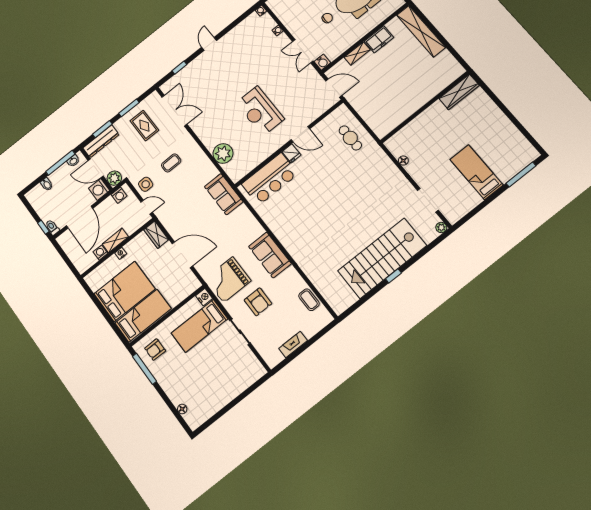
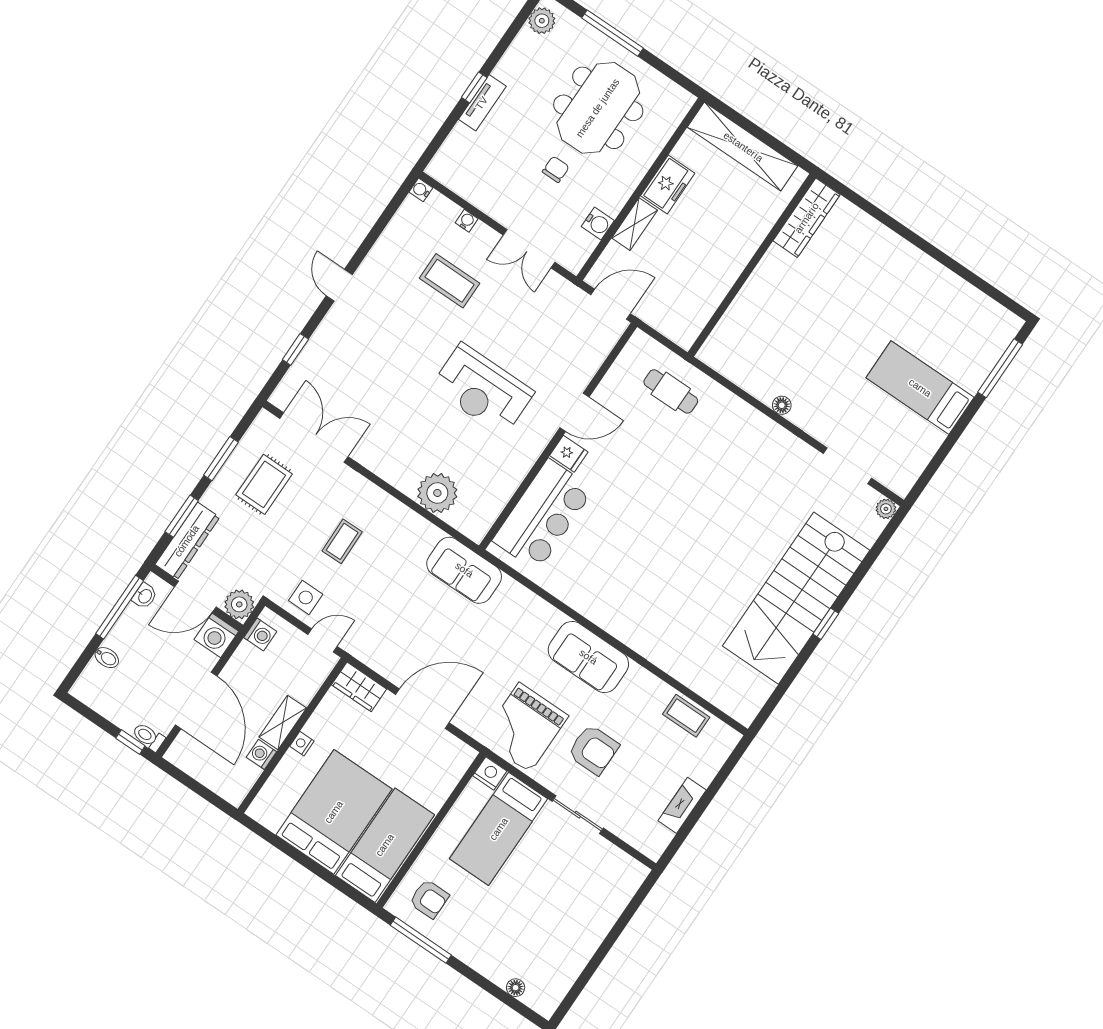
coffee table: (261, 56) -> (450, 281), added
water cooler: (322, 62) -> (598, 224), moved
wardrobe: (459, 92) -> (807, 218), moved
wall: (425, 107) -> (752, 265), moved
rug: (144, 126) -> (264, 484), turned 90
armchair: (155, 350) -> (429, 899), turned -90

